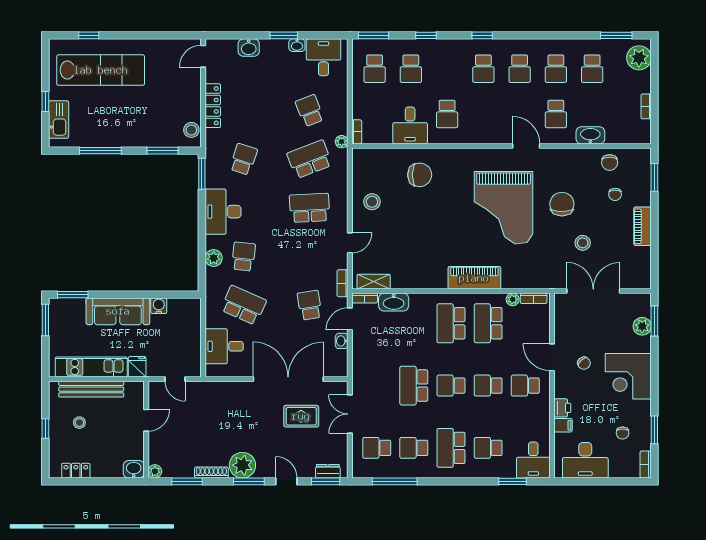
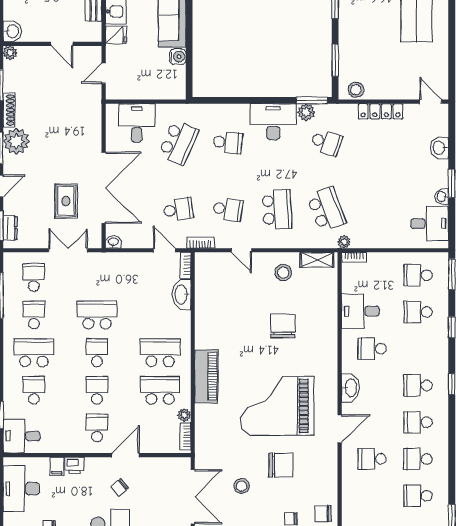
school desk: (310, 111) -> (228, 209), moved, turned 30
washbasin: (590, 135) -> (350, 388), moved
chair: (420, 175) -> (283, 326), moved, turned 180
plant: (214, 258) -> (306, 112), moved
shelving: (374, 282) -> (317, 260), moved, turned 90
washbasin: (342, 341) -> (113, 242), moved

